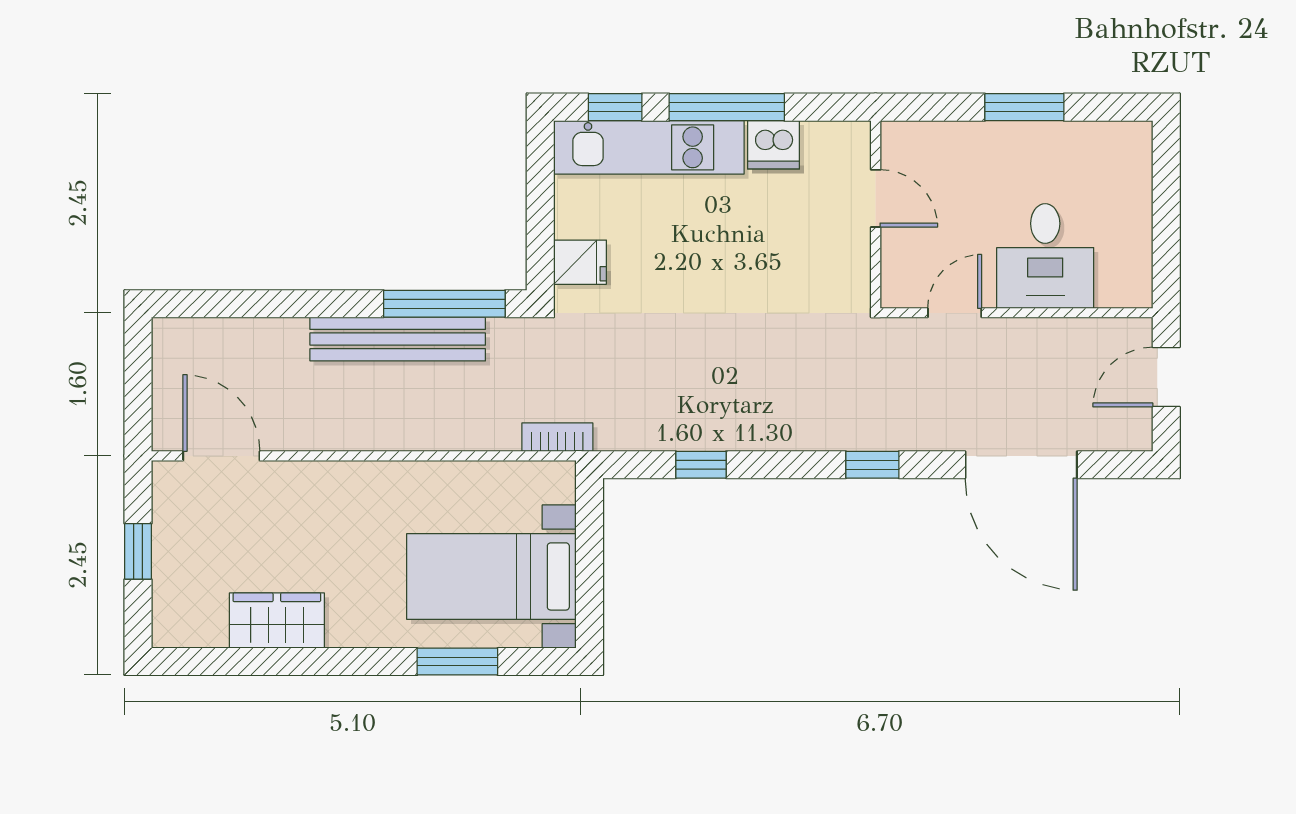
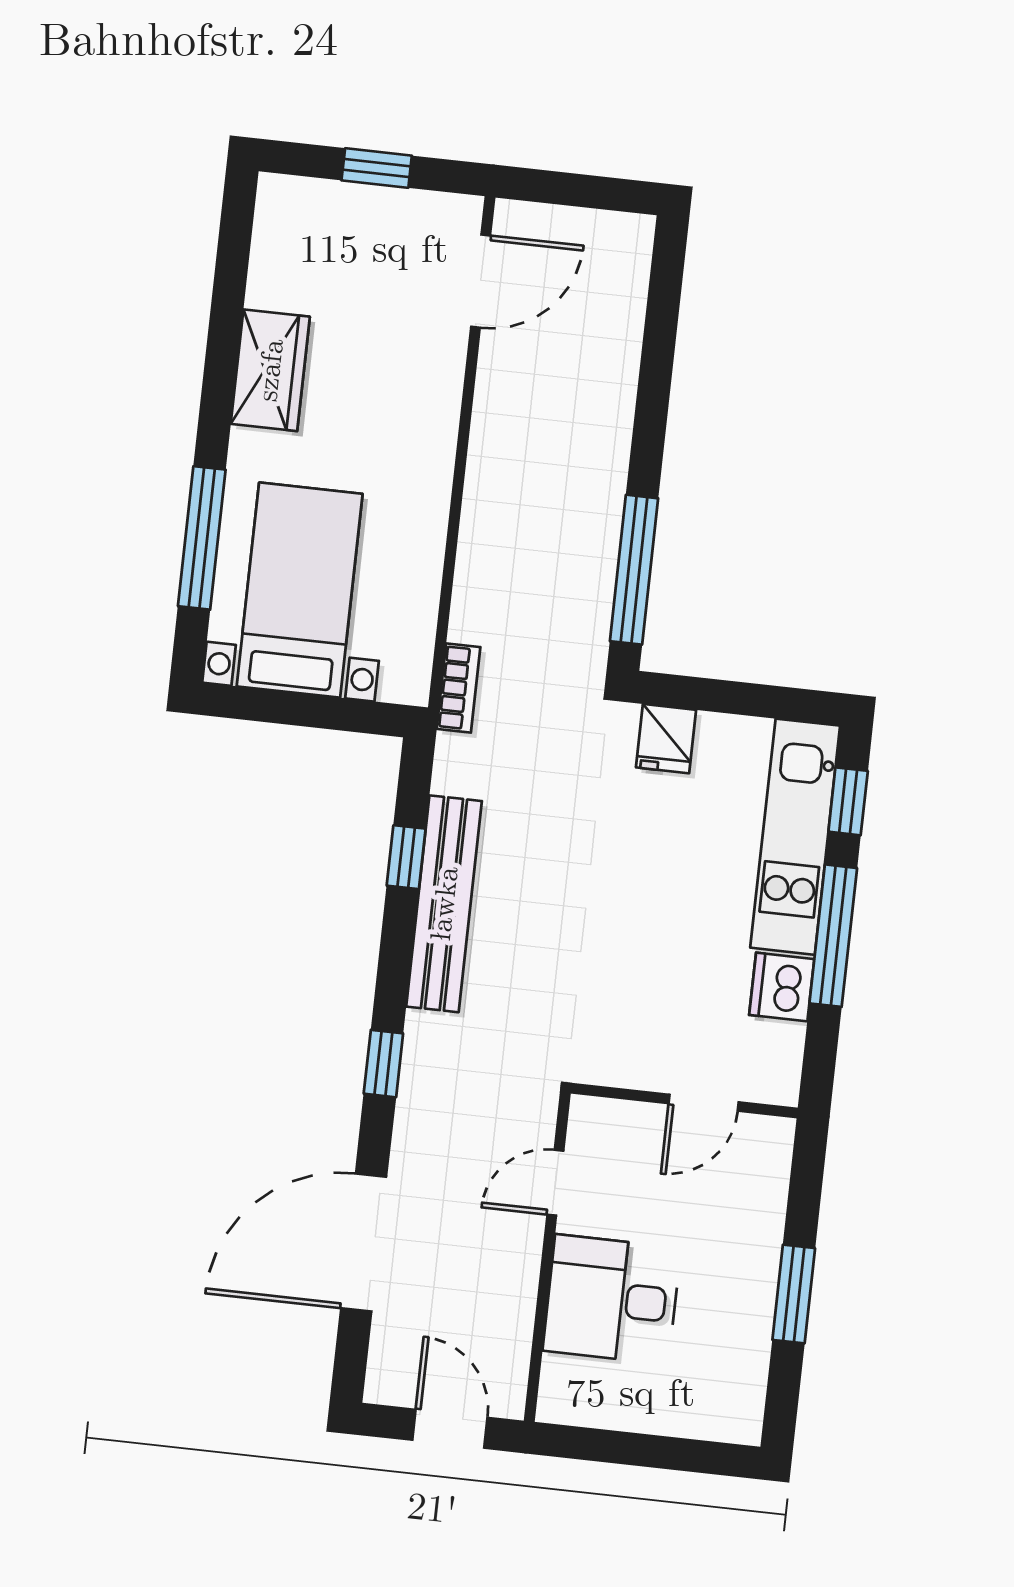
door: (955, 313) -> (555, 1183), swing flipped
bench: (398, 339) -> (444, 904), moved
wardrobe: (277, 620) -> (270, 370), moved
window: (457, 661) -> (202, 538), width x1.44

